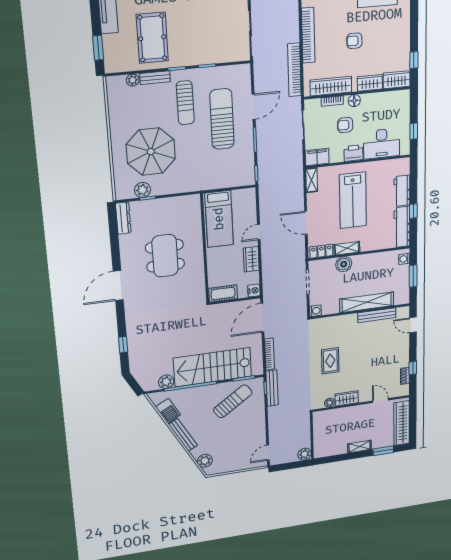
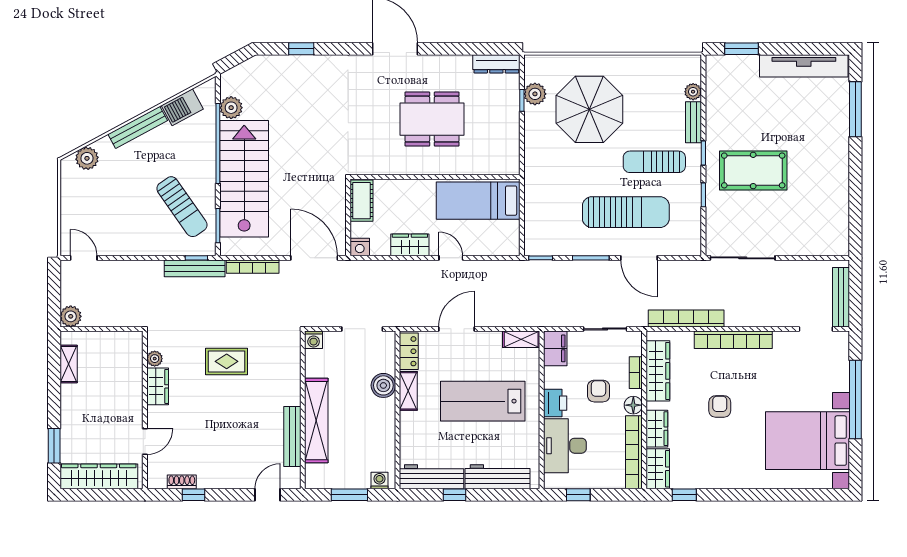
pool table: (152, 38) -> (753, 170), moved
bookcase: (386, 97) -> (634, 452), added
workbench: (402, 191) -> (497, 477), width x1.38
shelving: (359, 447) -> (69, 364), moved

